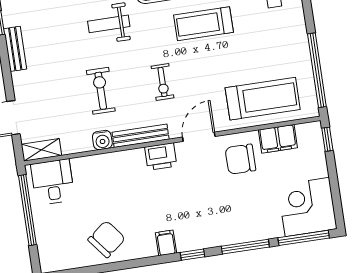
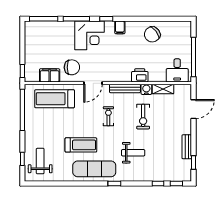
shelving: (41, 150) -> (163, 89), moved
printer: (161, 157) -> (140, 75), moved
corner desk: (307, 207) -> (90, 35), moved

